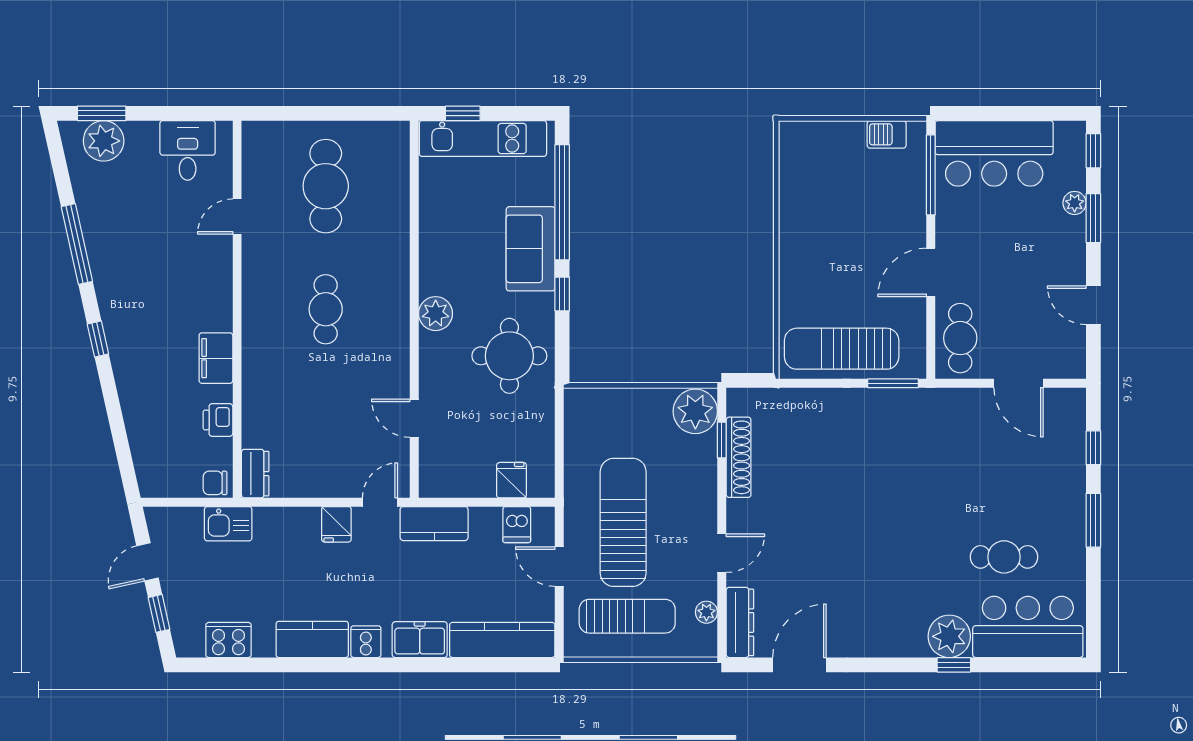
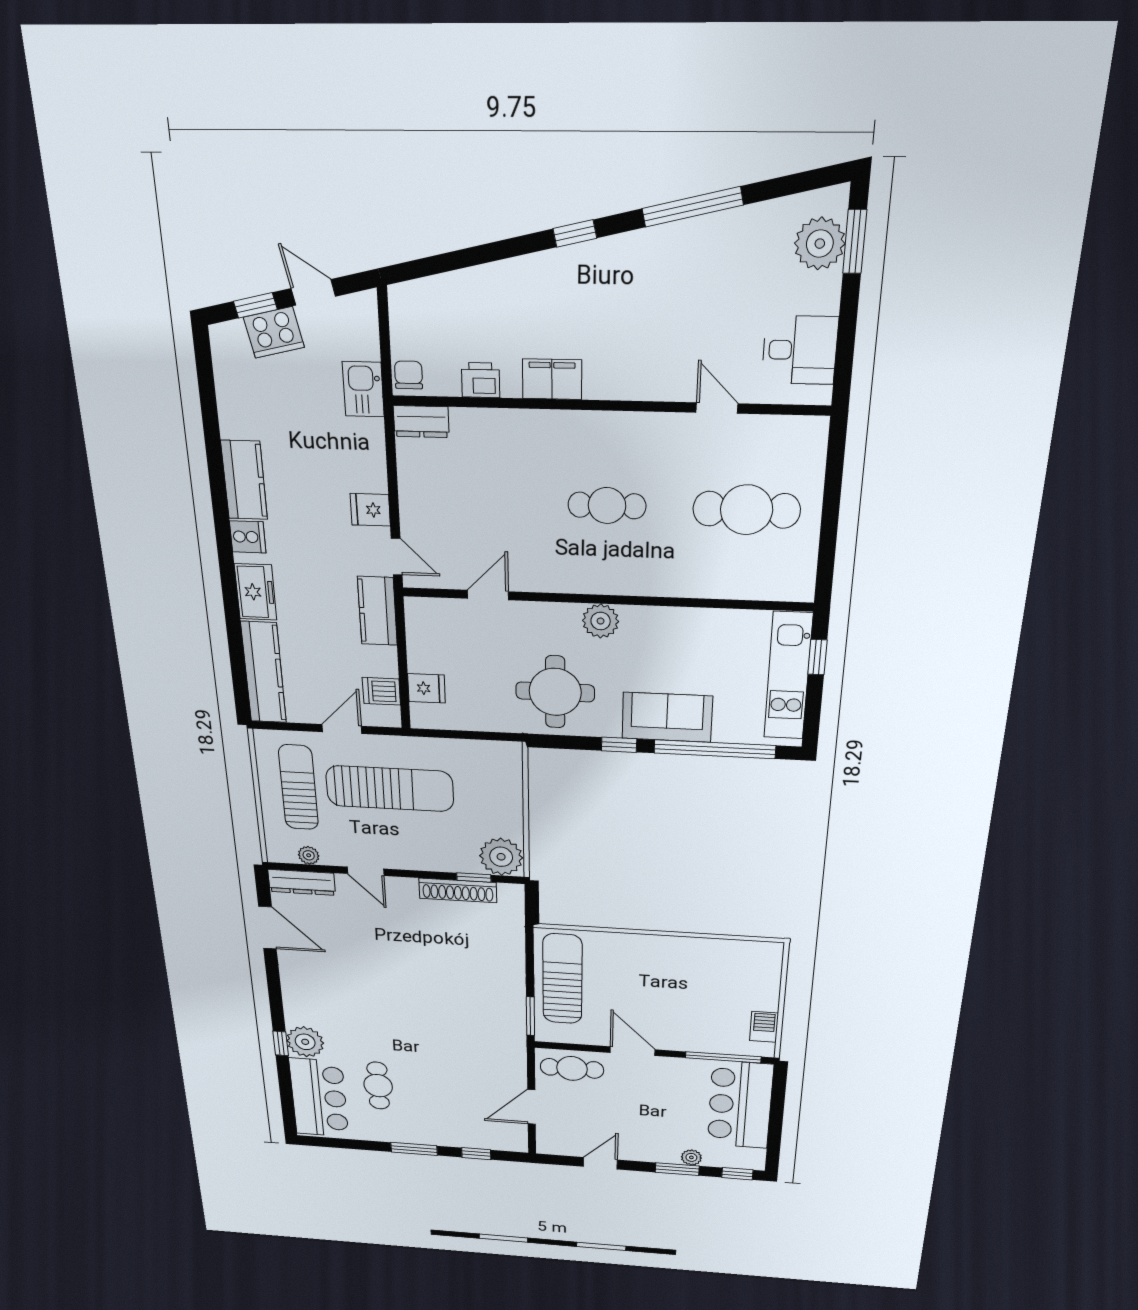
sun lounger: (627, 616) -> (298, 787), turned 180
cooker: (228, 640) -> (274, 332), moved, turned 77

